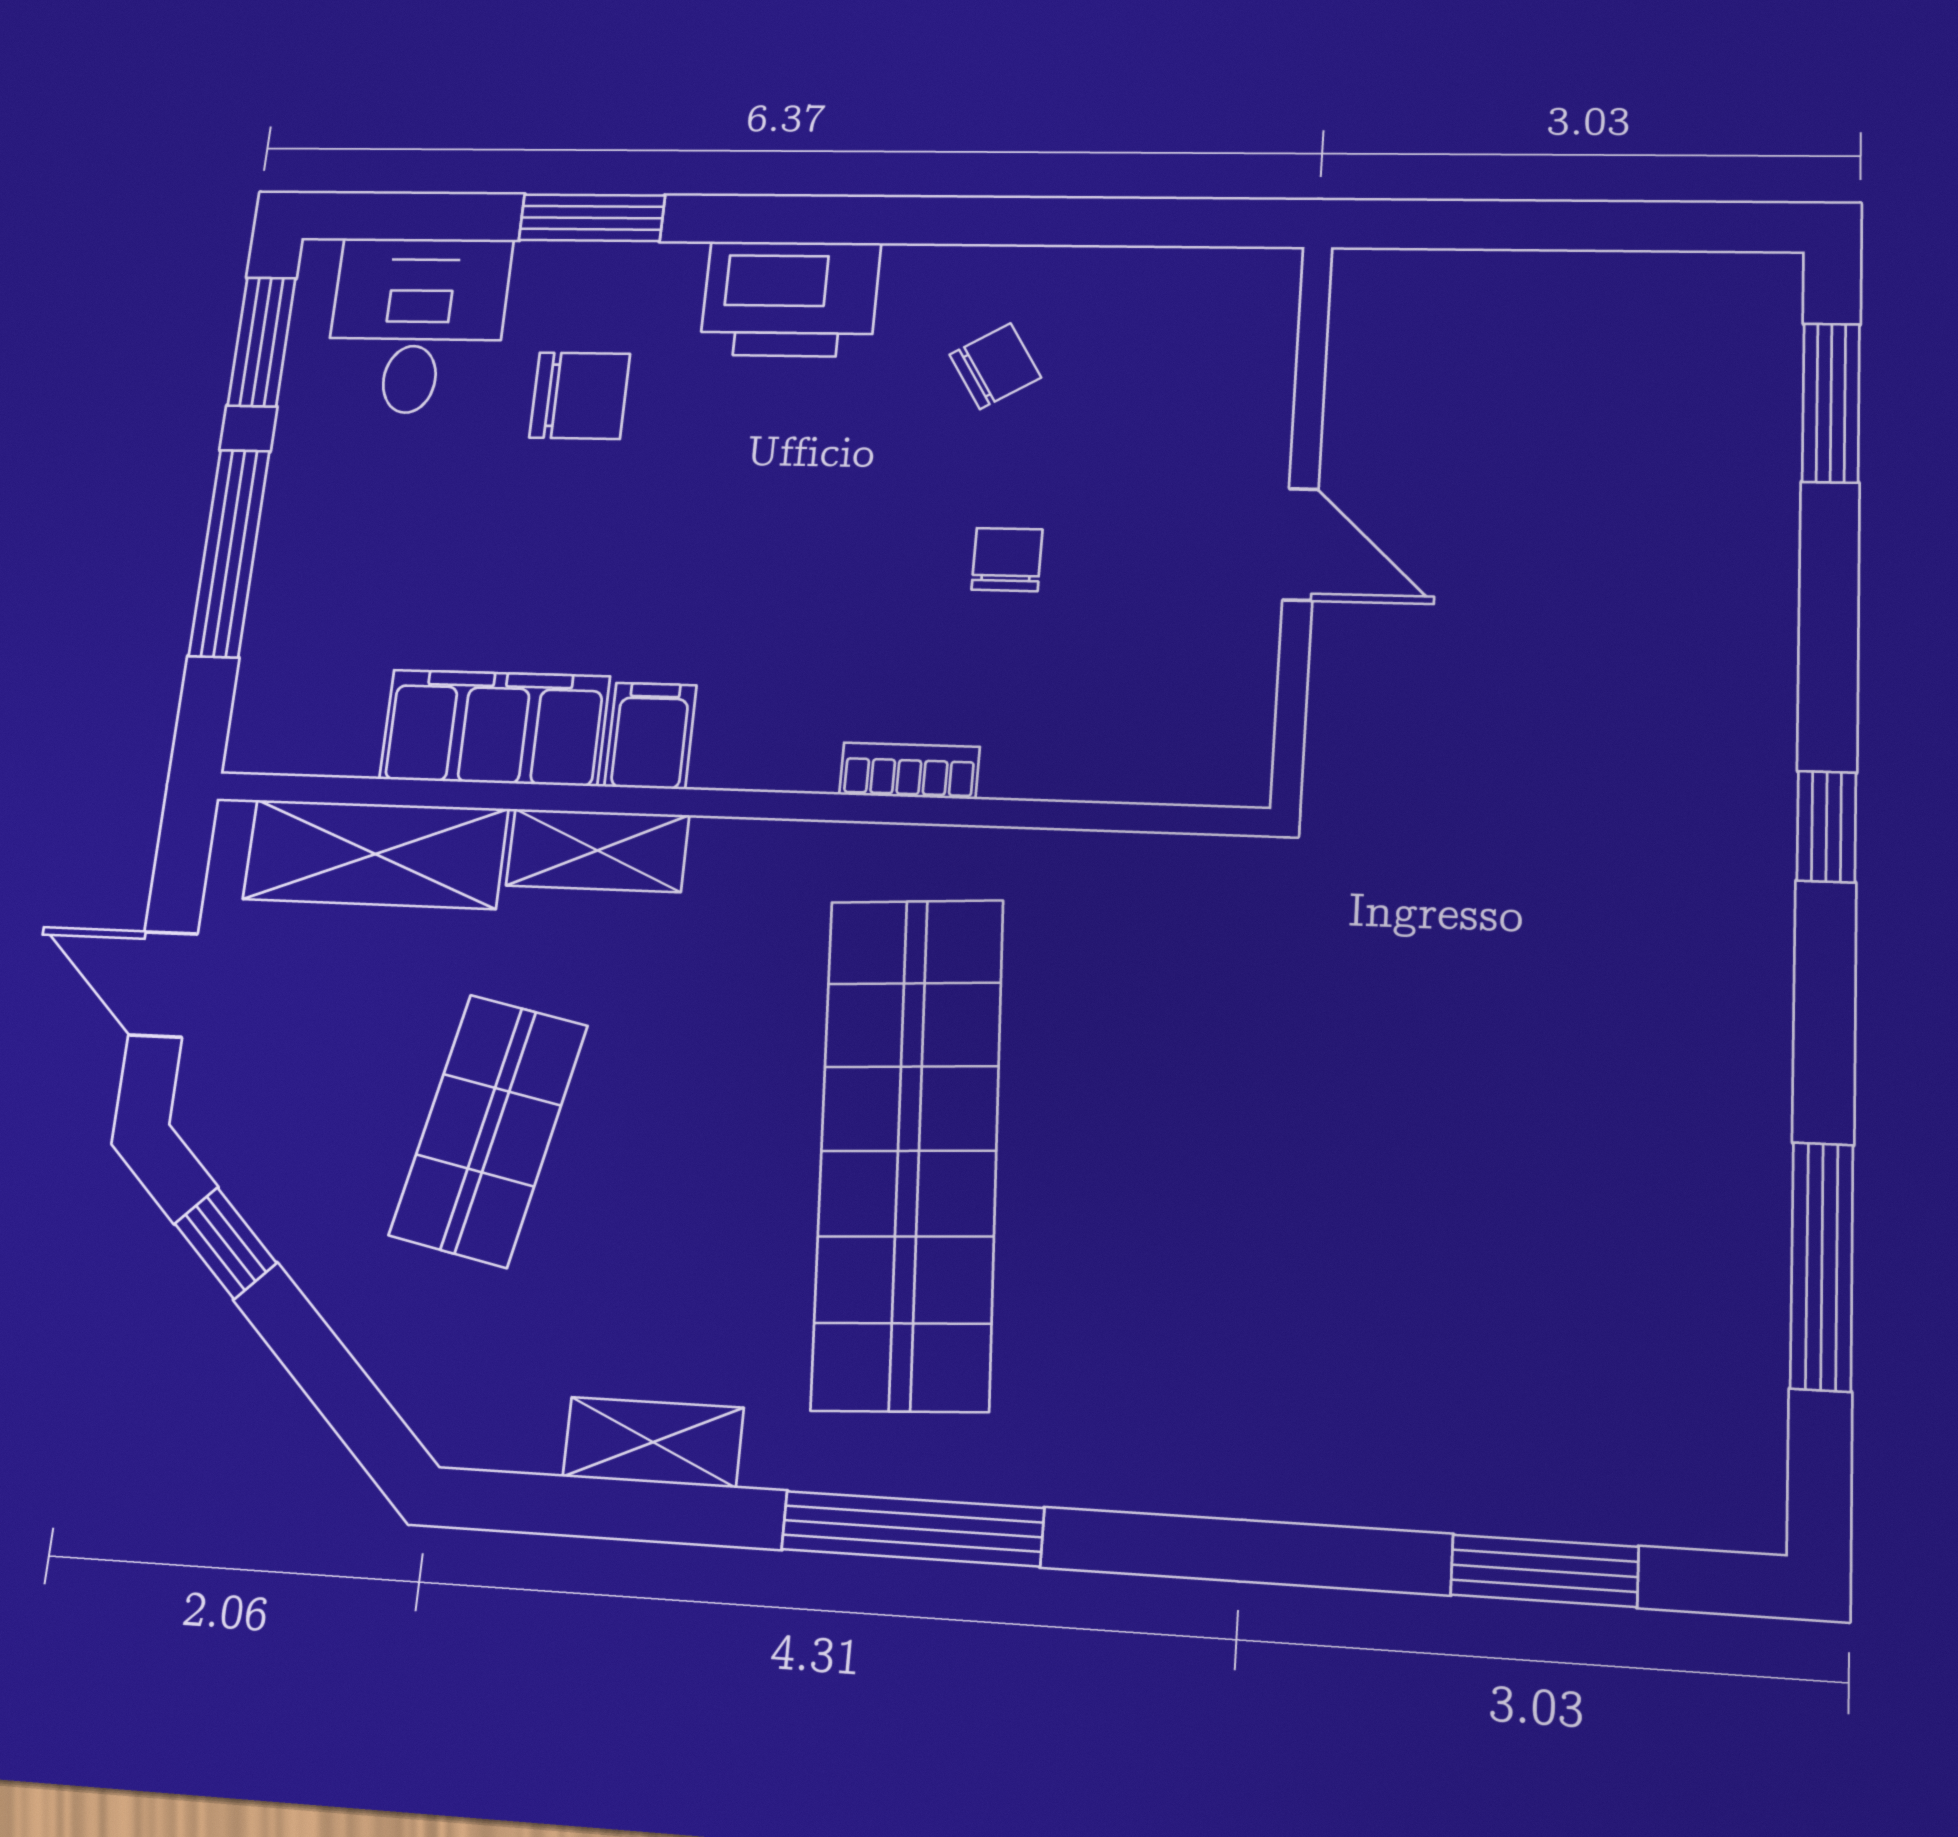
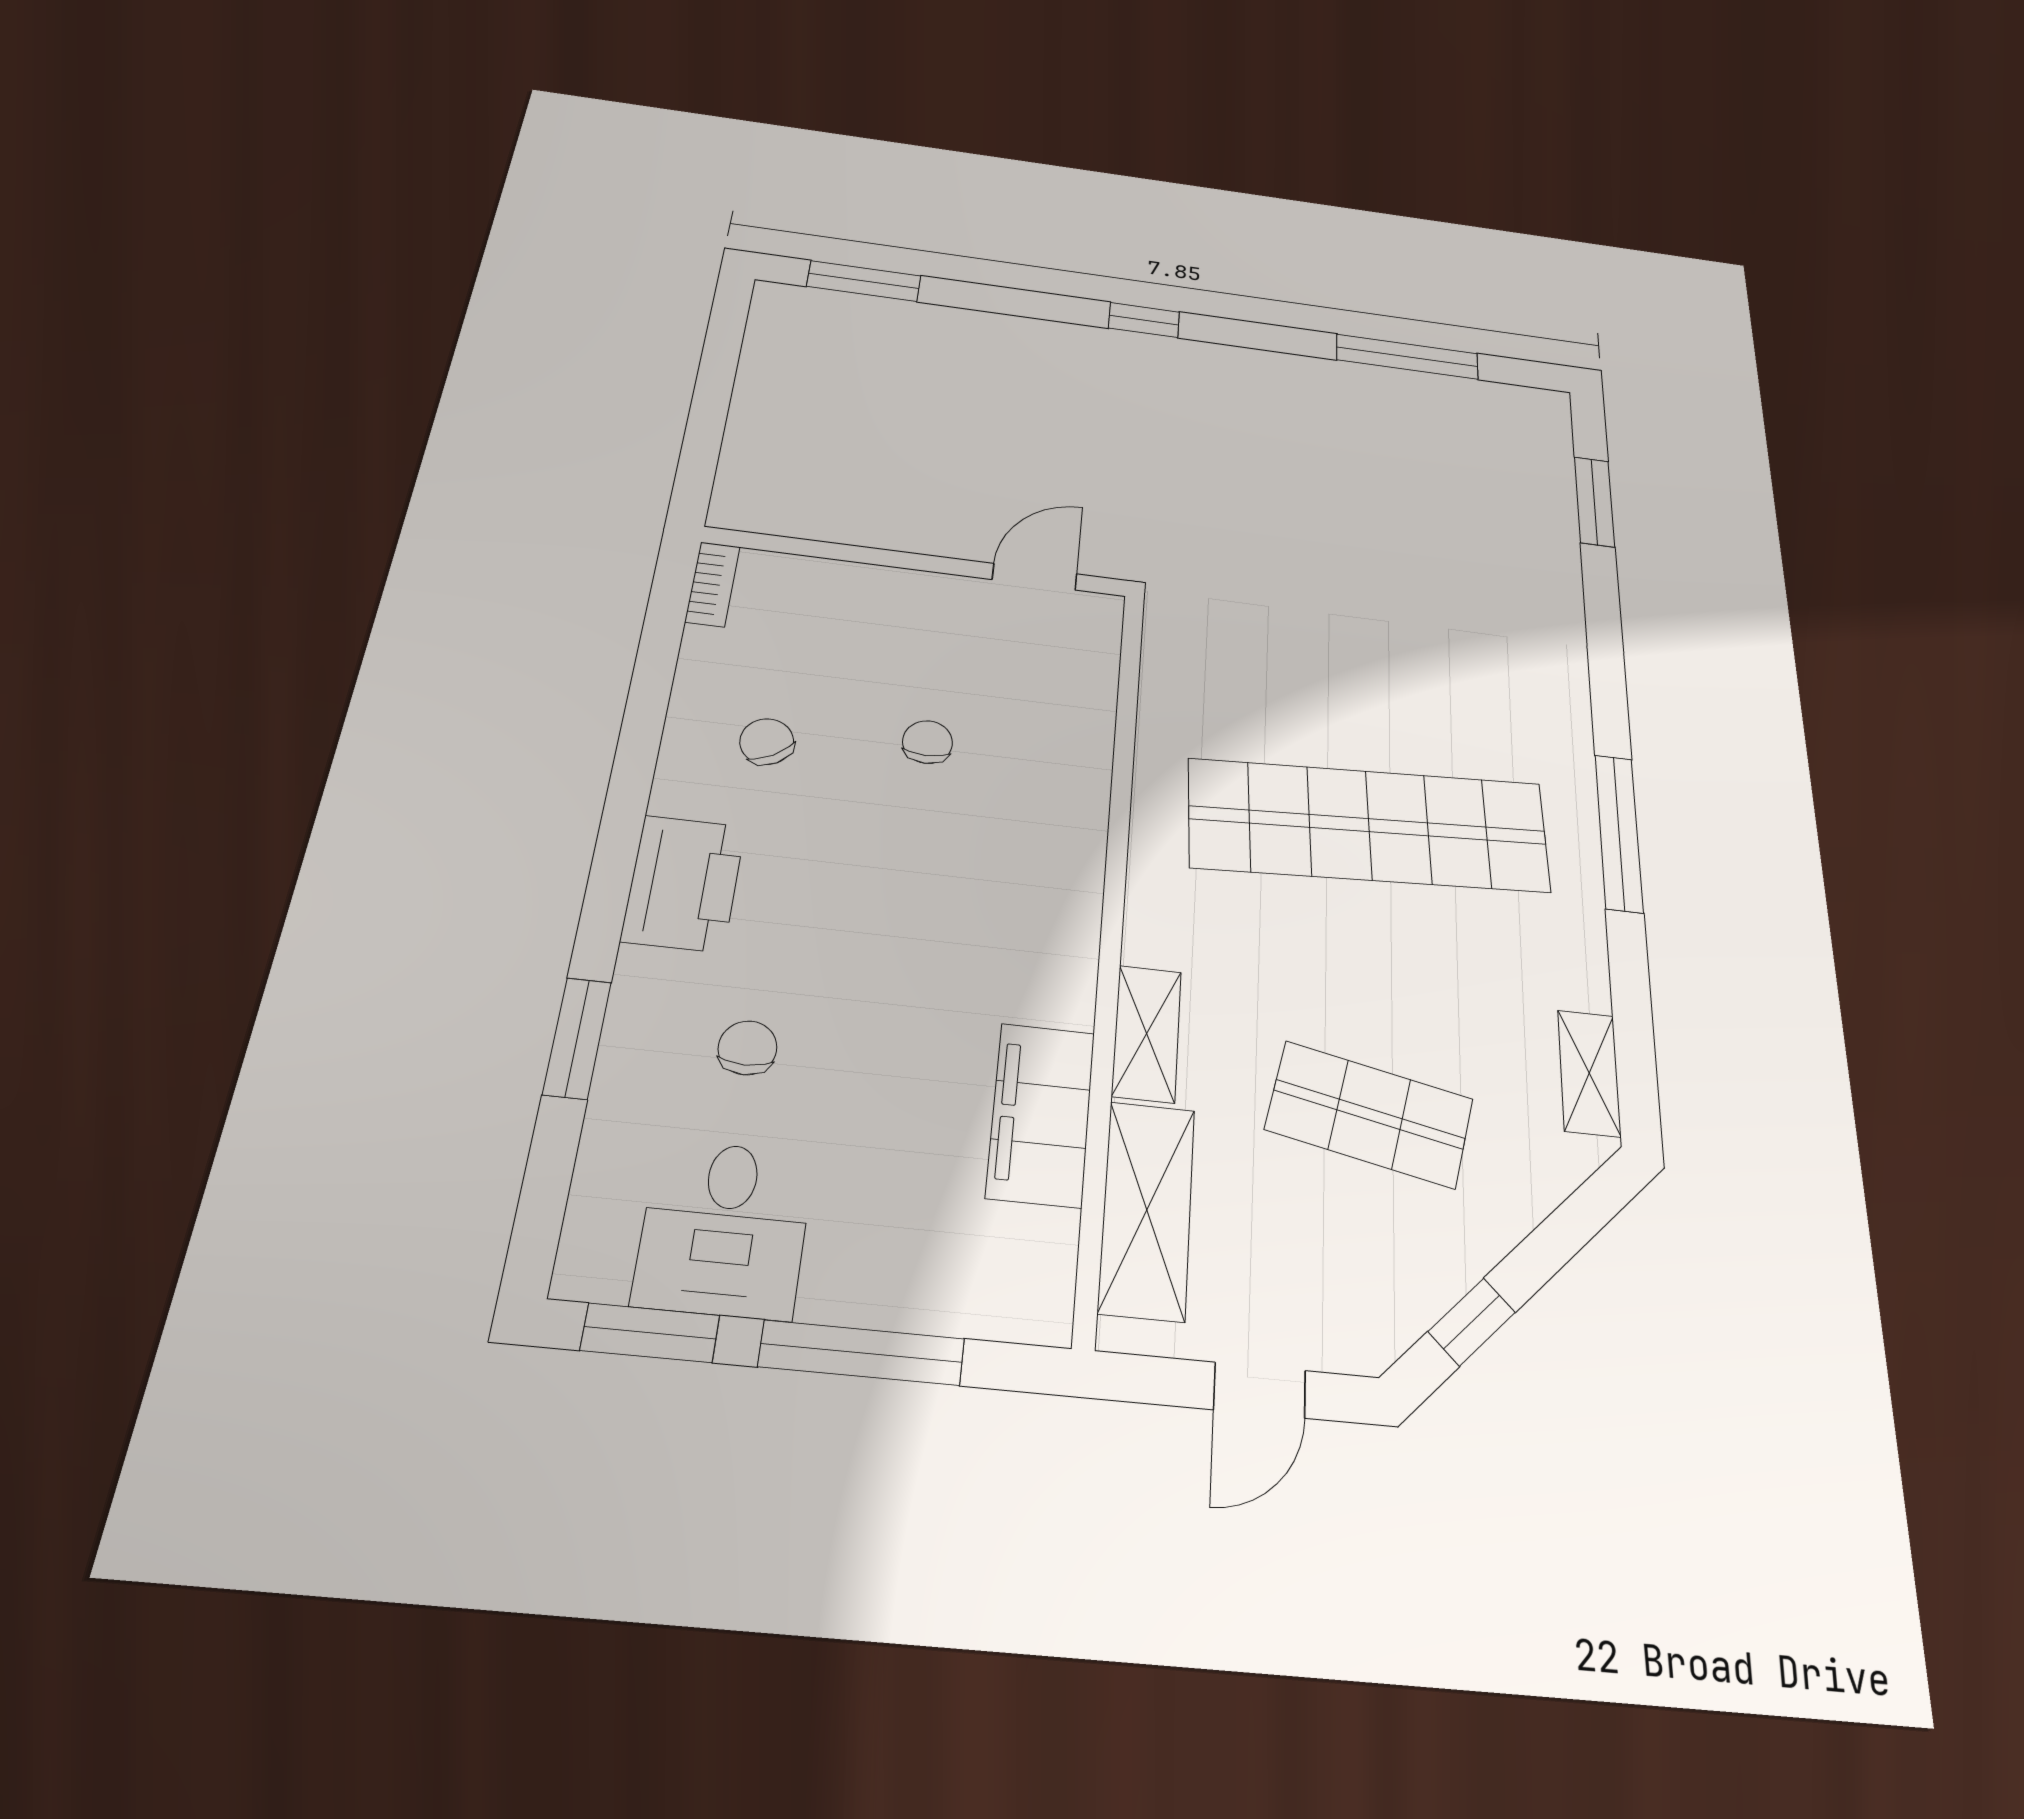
desk: (417, 325) -> (724, 1229), moved, turned -90
chair: (580, 396) -> (747, 1048), width x0.73, depth x0.73
door: (1300, 544) -> (1035, 577), moved
chair: (1007, 560) -> (928, 742), turned 90
filing cabinet: (650, 736) -> (1054, 994), removed
bookcase: (909, 771) -> (712, 584), moved, turned 180
shelving: (653, 1442) -> (1589, 1073), moved

